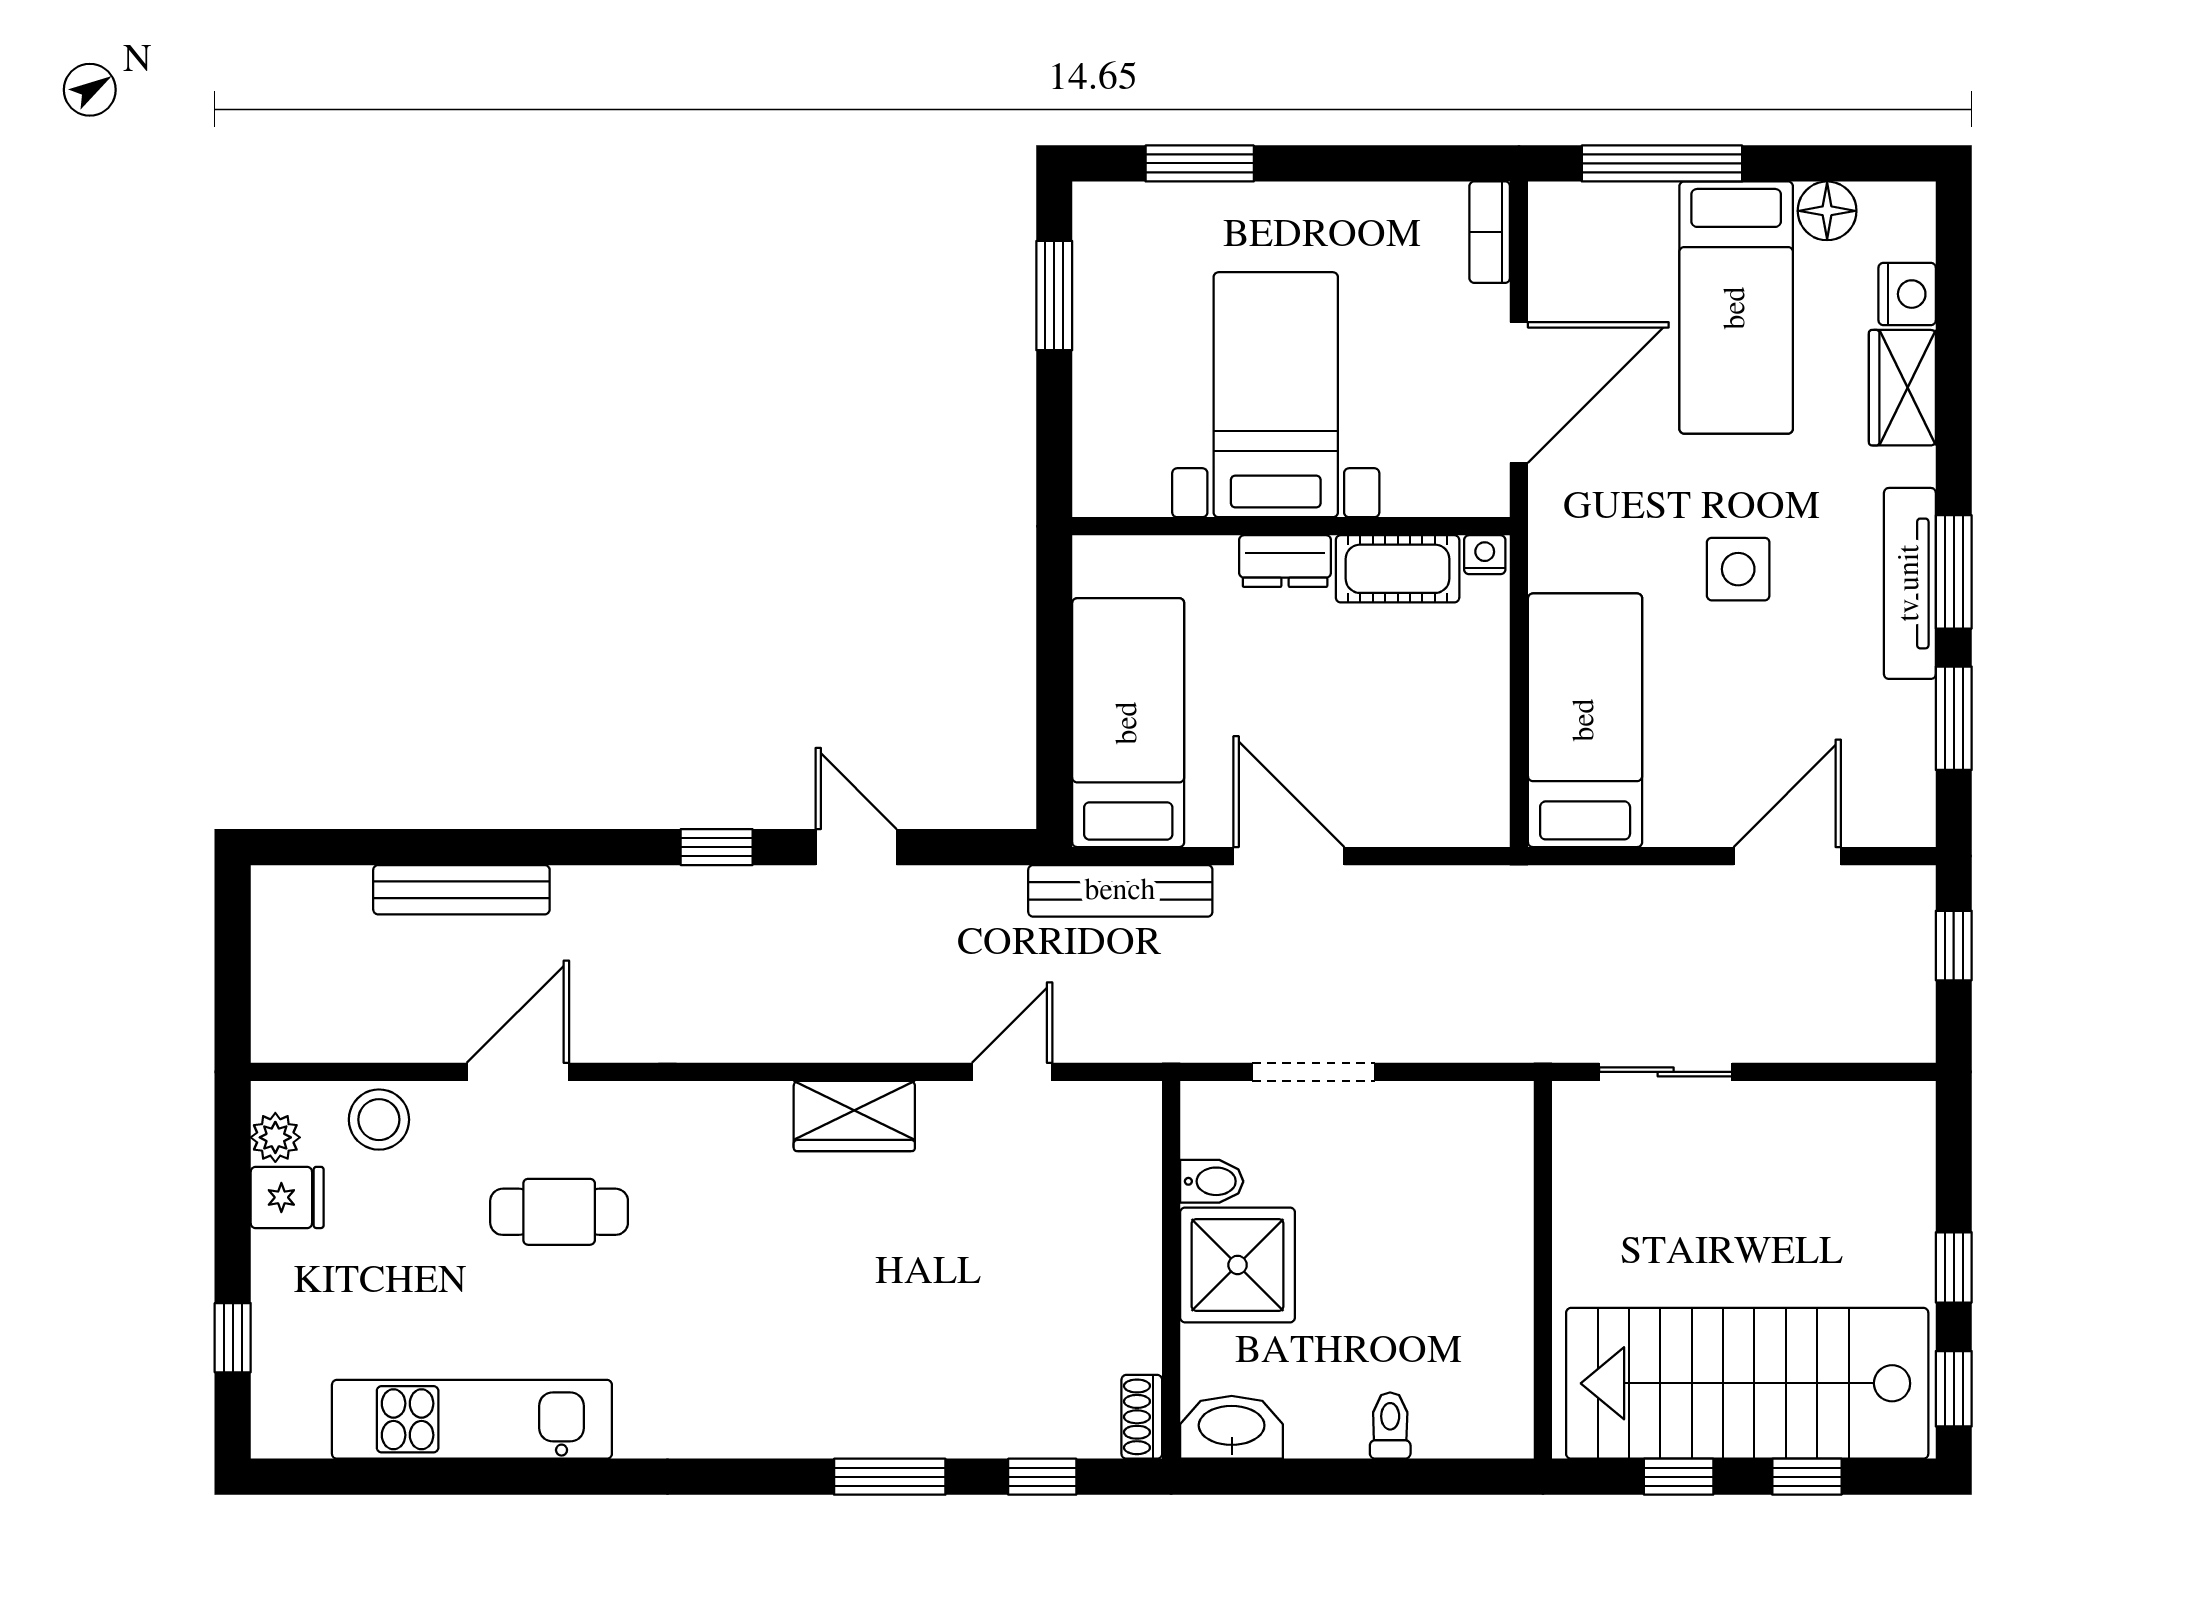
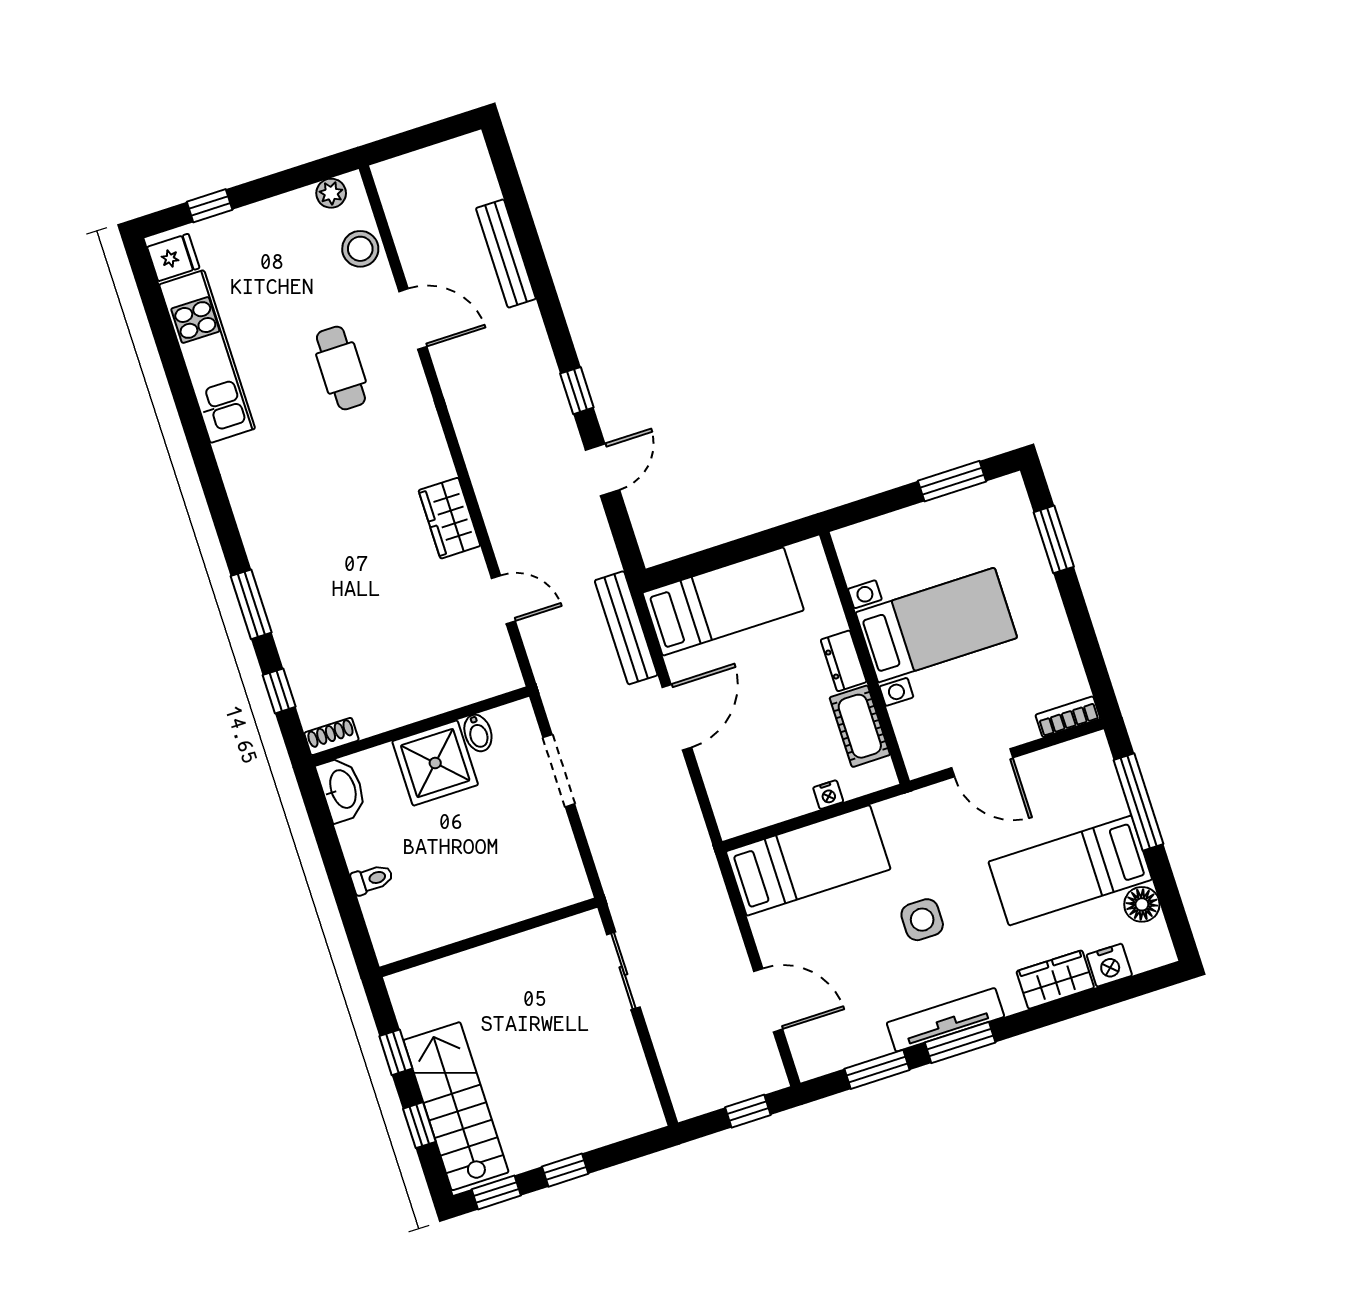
door: (1519, 393) -> (982, 763), width x0.73
nightstand: (1485, 555) -> (828, 795), moved, turned 90
fridge: (287, 1197) -> (173, 258), moved, turned -90
stairs: (1747, 1383) -> (456, 1106), width x0.73, depth x0.66

